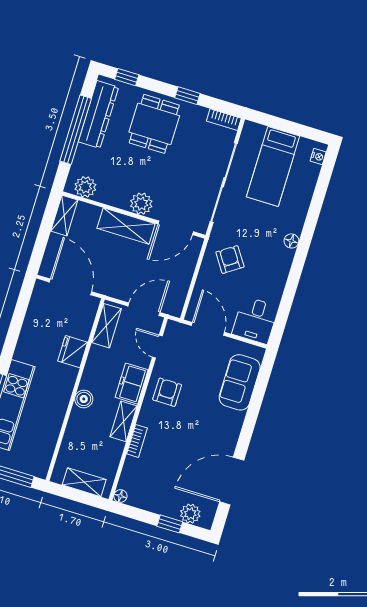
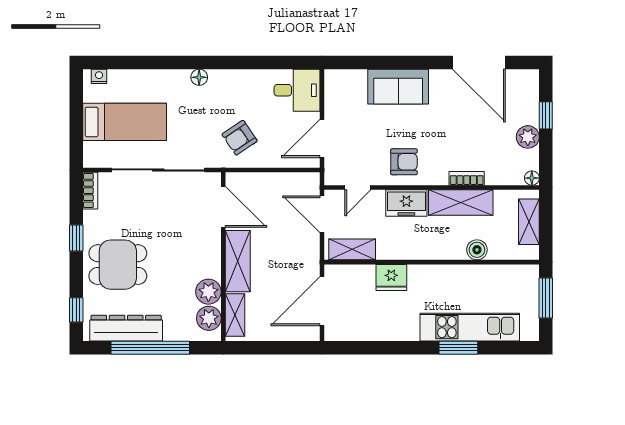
plant: (141, 204) -> (208, 292), moved
shelving: (64, 216) -> (235, 315), moved, turned 90
sofa: (240, 382) -> (398, 87), moved
armchair: (167, 392) -> (404, 162), turned 180
boiler: (84, 399) -> (477, 250), moved
shelving: (124, 421) -> (461, 203), width x1.50, depth x1.33
plant: (190, 514) -> (528, 137), moved

